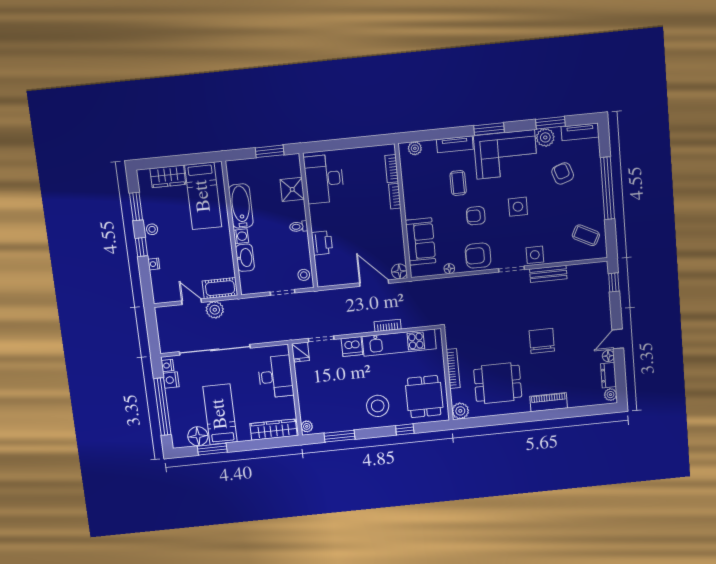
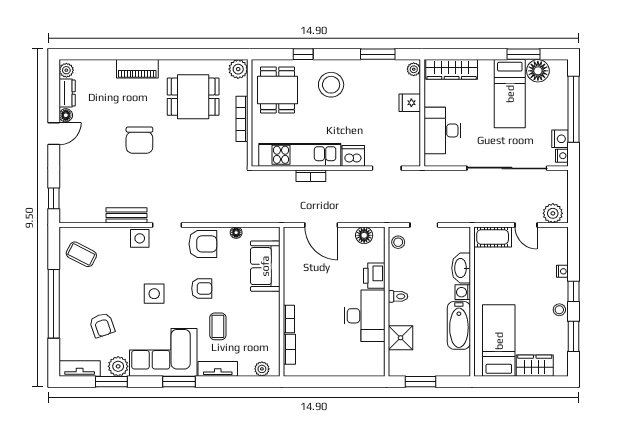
desk: (324, 179) -> (364, 316), moved
floor lamp: (399, 271) -> (364, 235), moved
plant: (215, 310) -> (553, 213), moved
fridge: (300, 352) -> (410, 103), moved, turned -90

